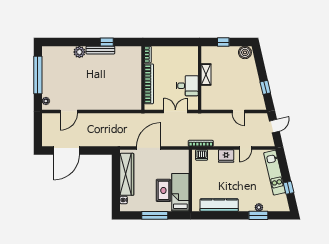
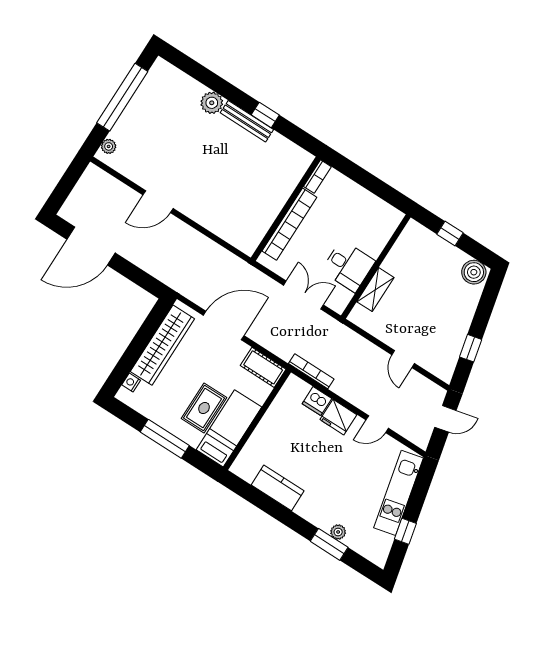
shelving: (206, 74) -> (375, 290), moved
door: (69, 111) -> (158, 202), moved
cot: (178, 155) -> (263, 367), added
dishwasher: (202, 155) -> (317, 401), moved
kitchen counter: (219, 205) -> (278, 488), width x0.67

